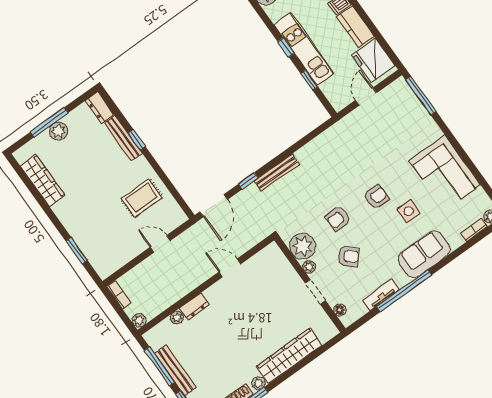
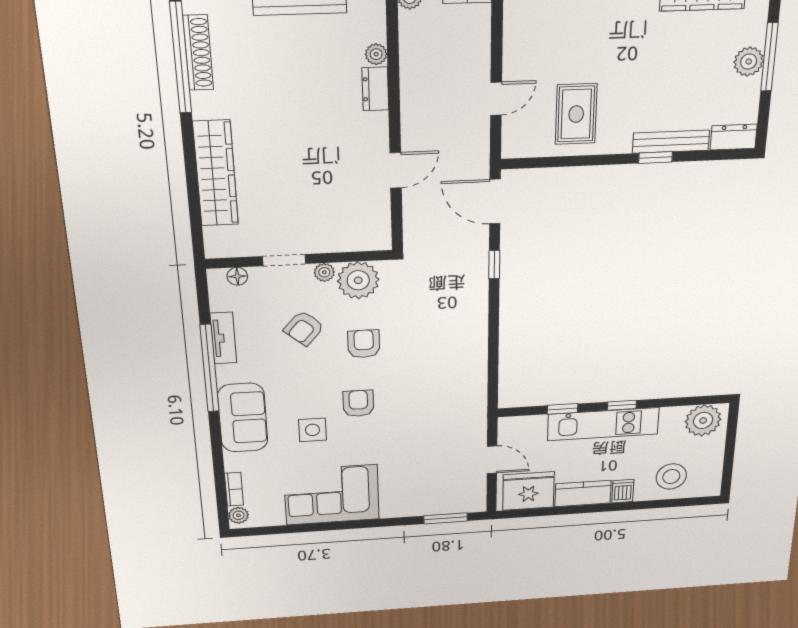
window: (421, 96) -> (446, 518), width x0.69
bench: (277, 173) -> (478, 306), removed
armchair: (376, 197) -> (358, 403), turned 180
plant: (258, 383) -> (203, 108), removed

